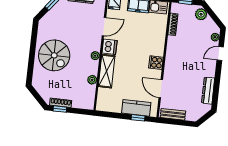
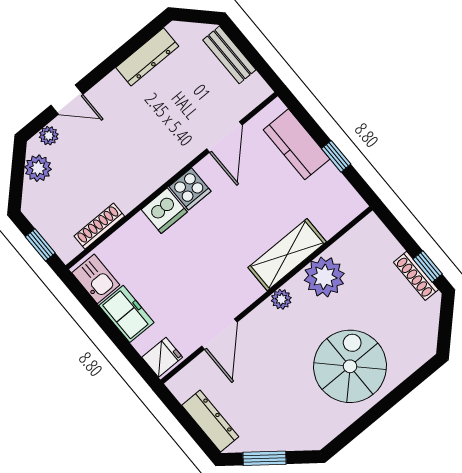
plant: (201, 14) -> (38, 168), moved
door: (104, 27) -> (219, 334), swing flipped
dishwasher: (110, 47) -> (164, 211), moved, turned 180
plant: (92, 80) -> (324, 277), width x1.88, depth x1.88
bench: (173, 114) -> (229, 55), moved
window: (138, 118) -> (336, 156), moved

